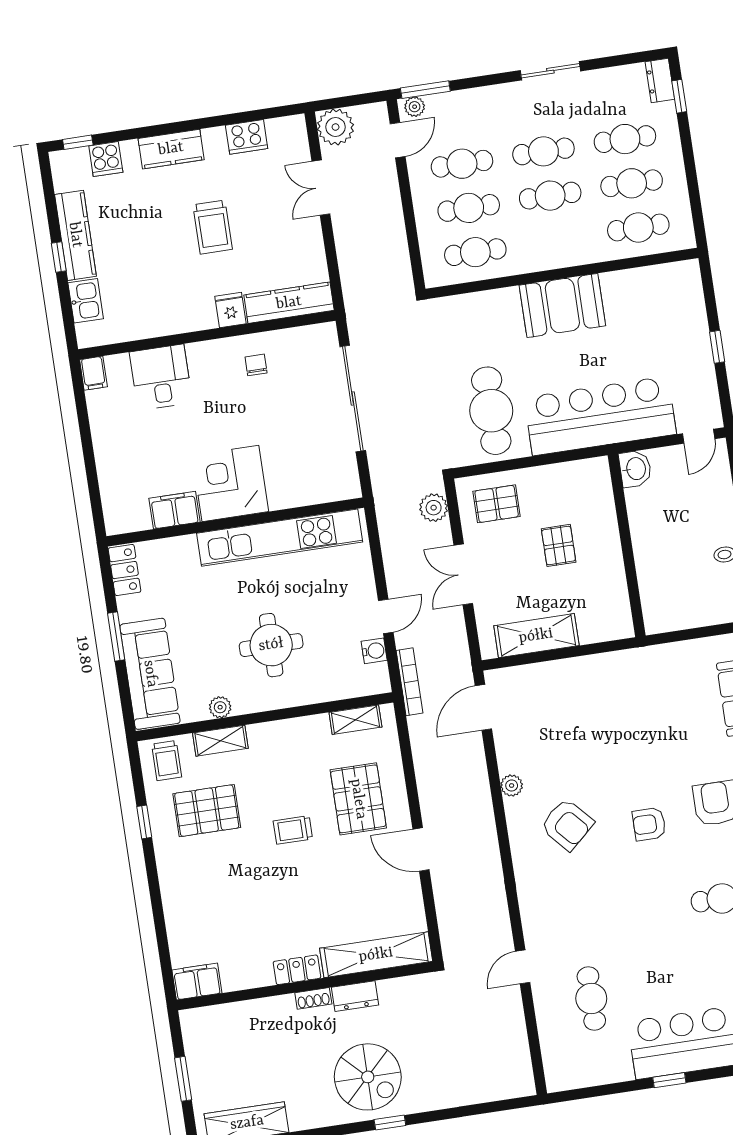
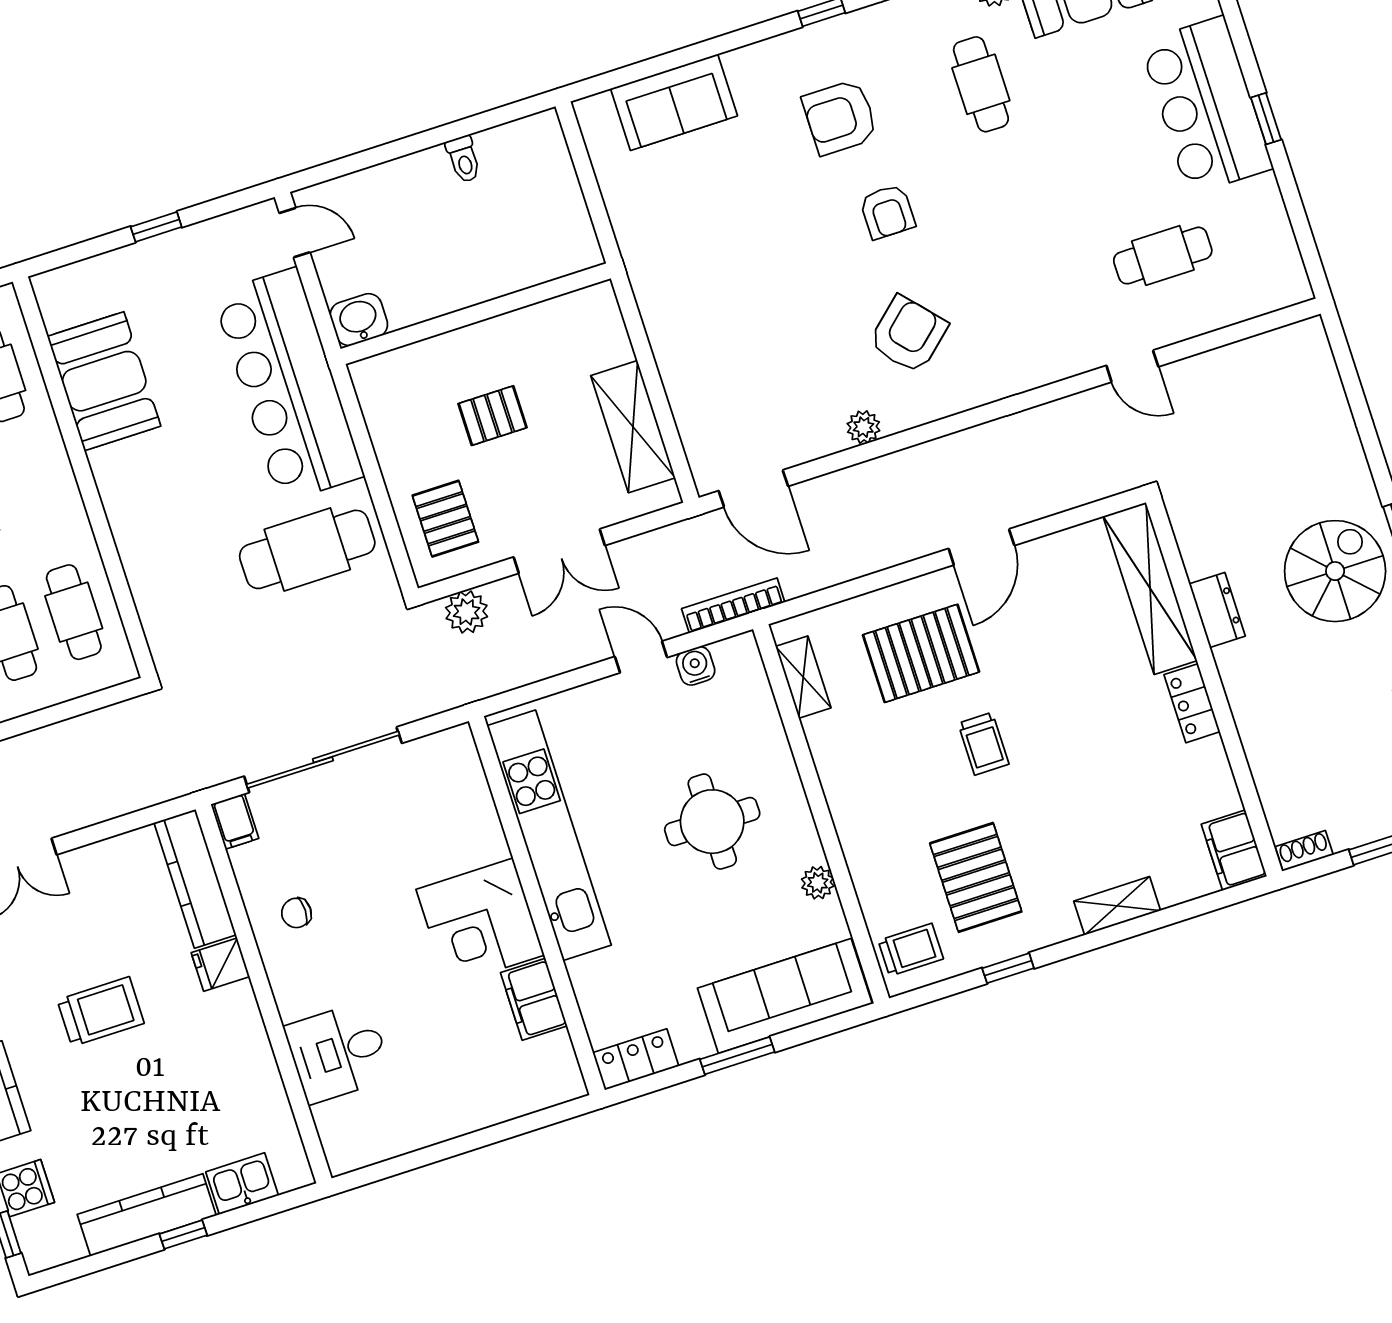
booth: (562, 306) -> (104, 381), moved
filing cabinet: (93, 373) -> (235, 821), moved, turned 90
shelving: (220, 741) -> (1117, 906), moved, turned 90
shoe rack: (313, 998) -> (1304, 851), moved, turned -90

